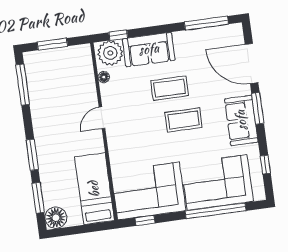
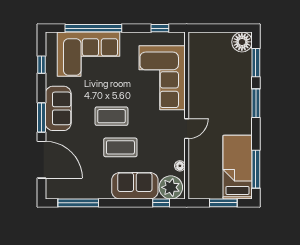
bed: (94, 189) -> (237, 167), moved, turned 180
corner sofa: (148, 191) -> (162, 78), moved, turned 90

